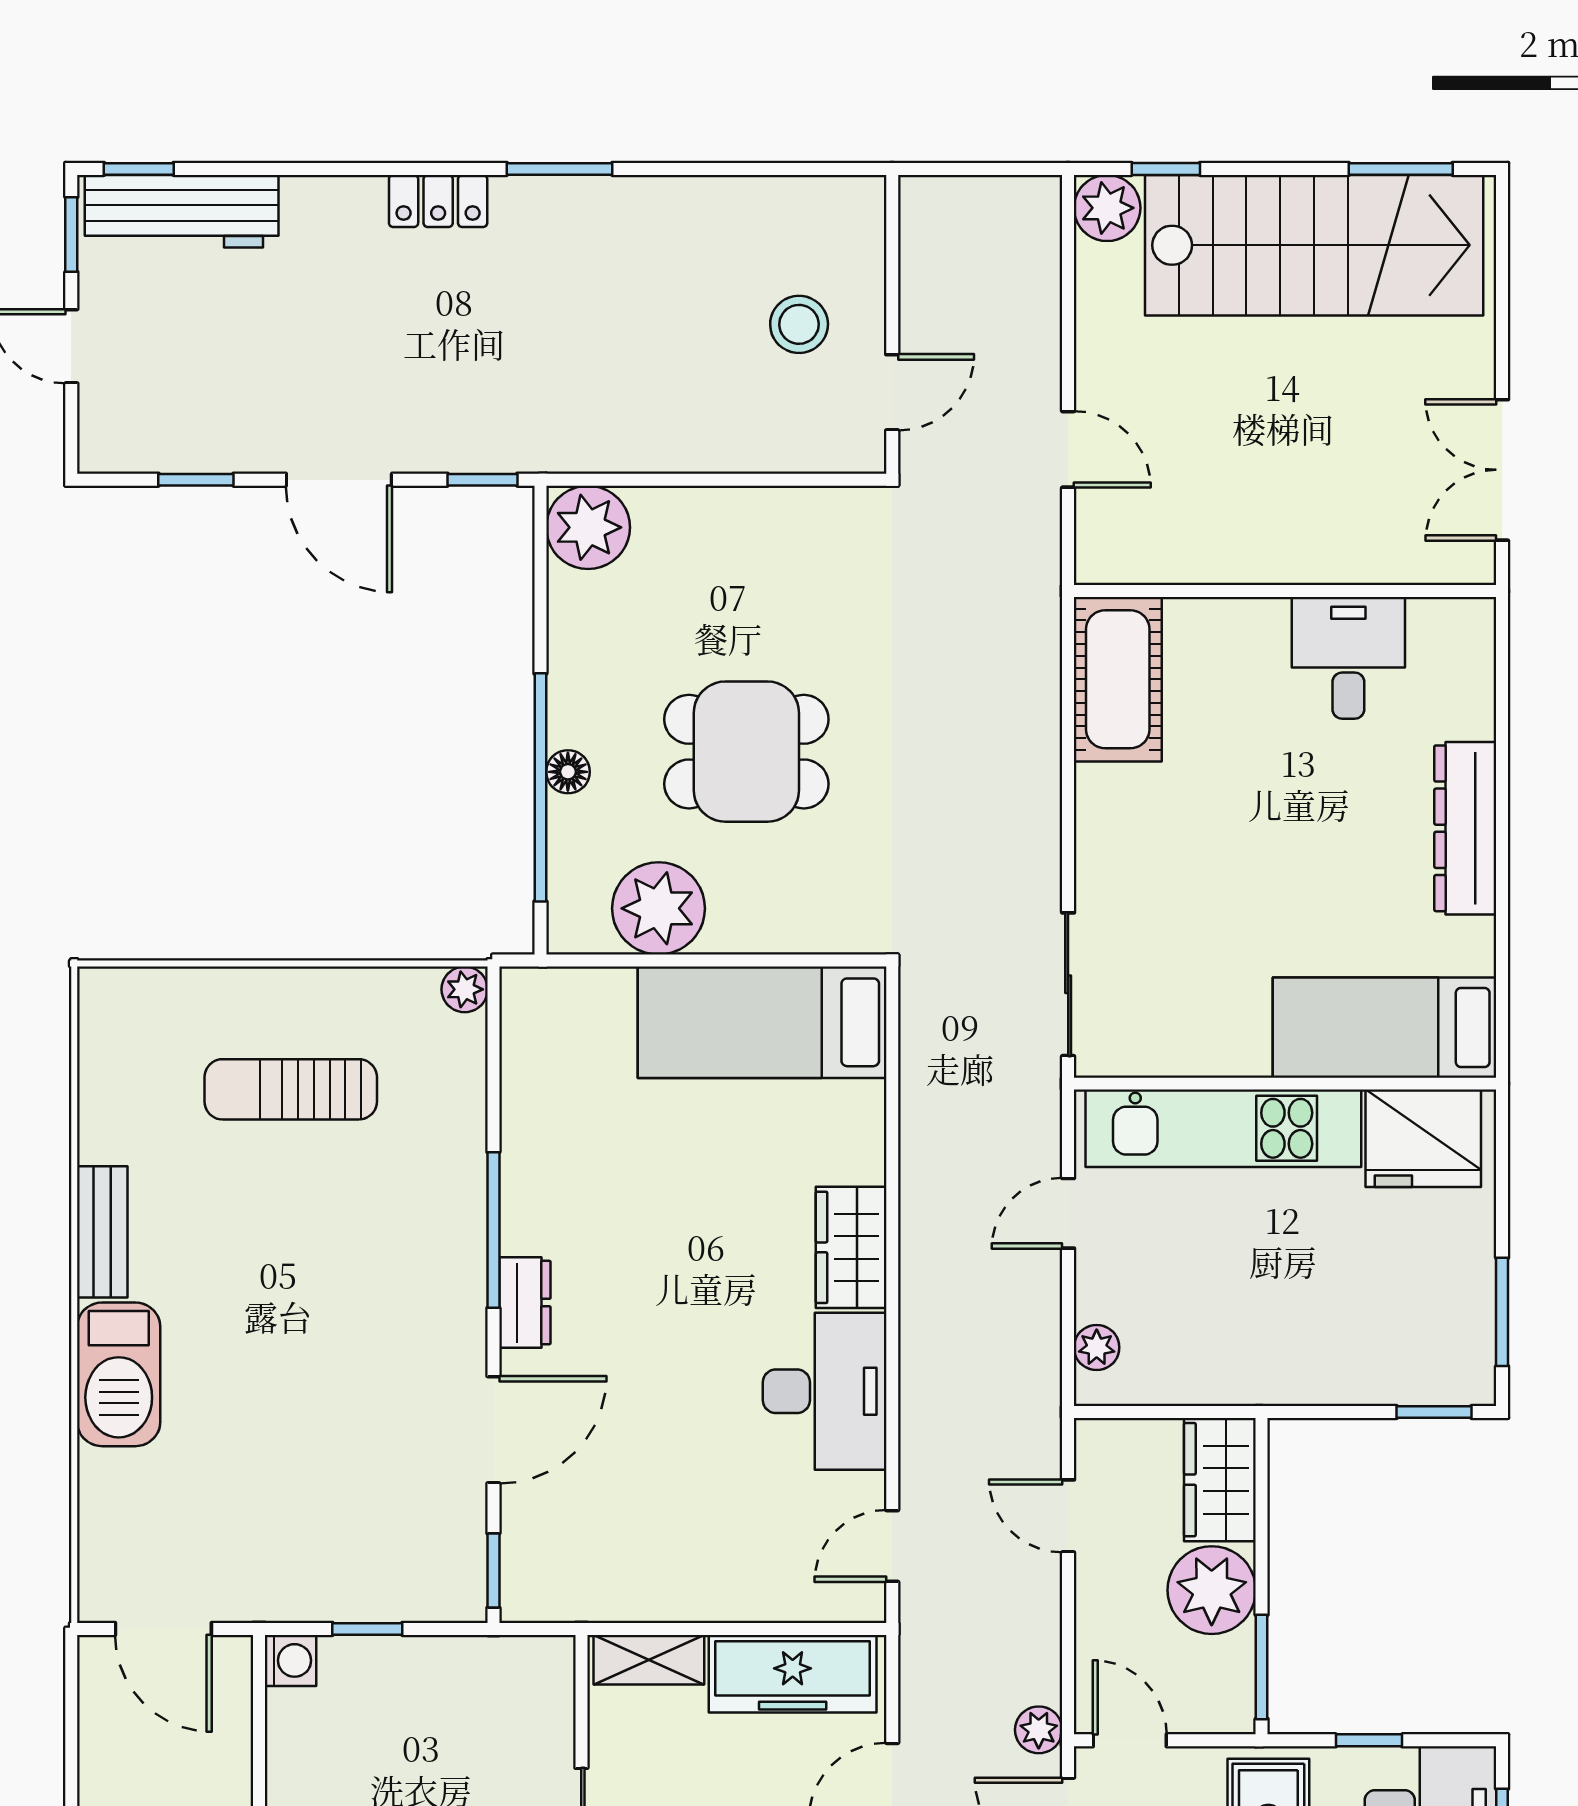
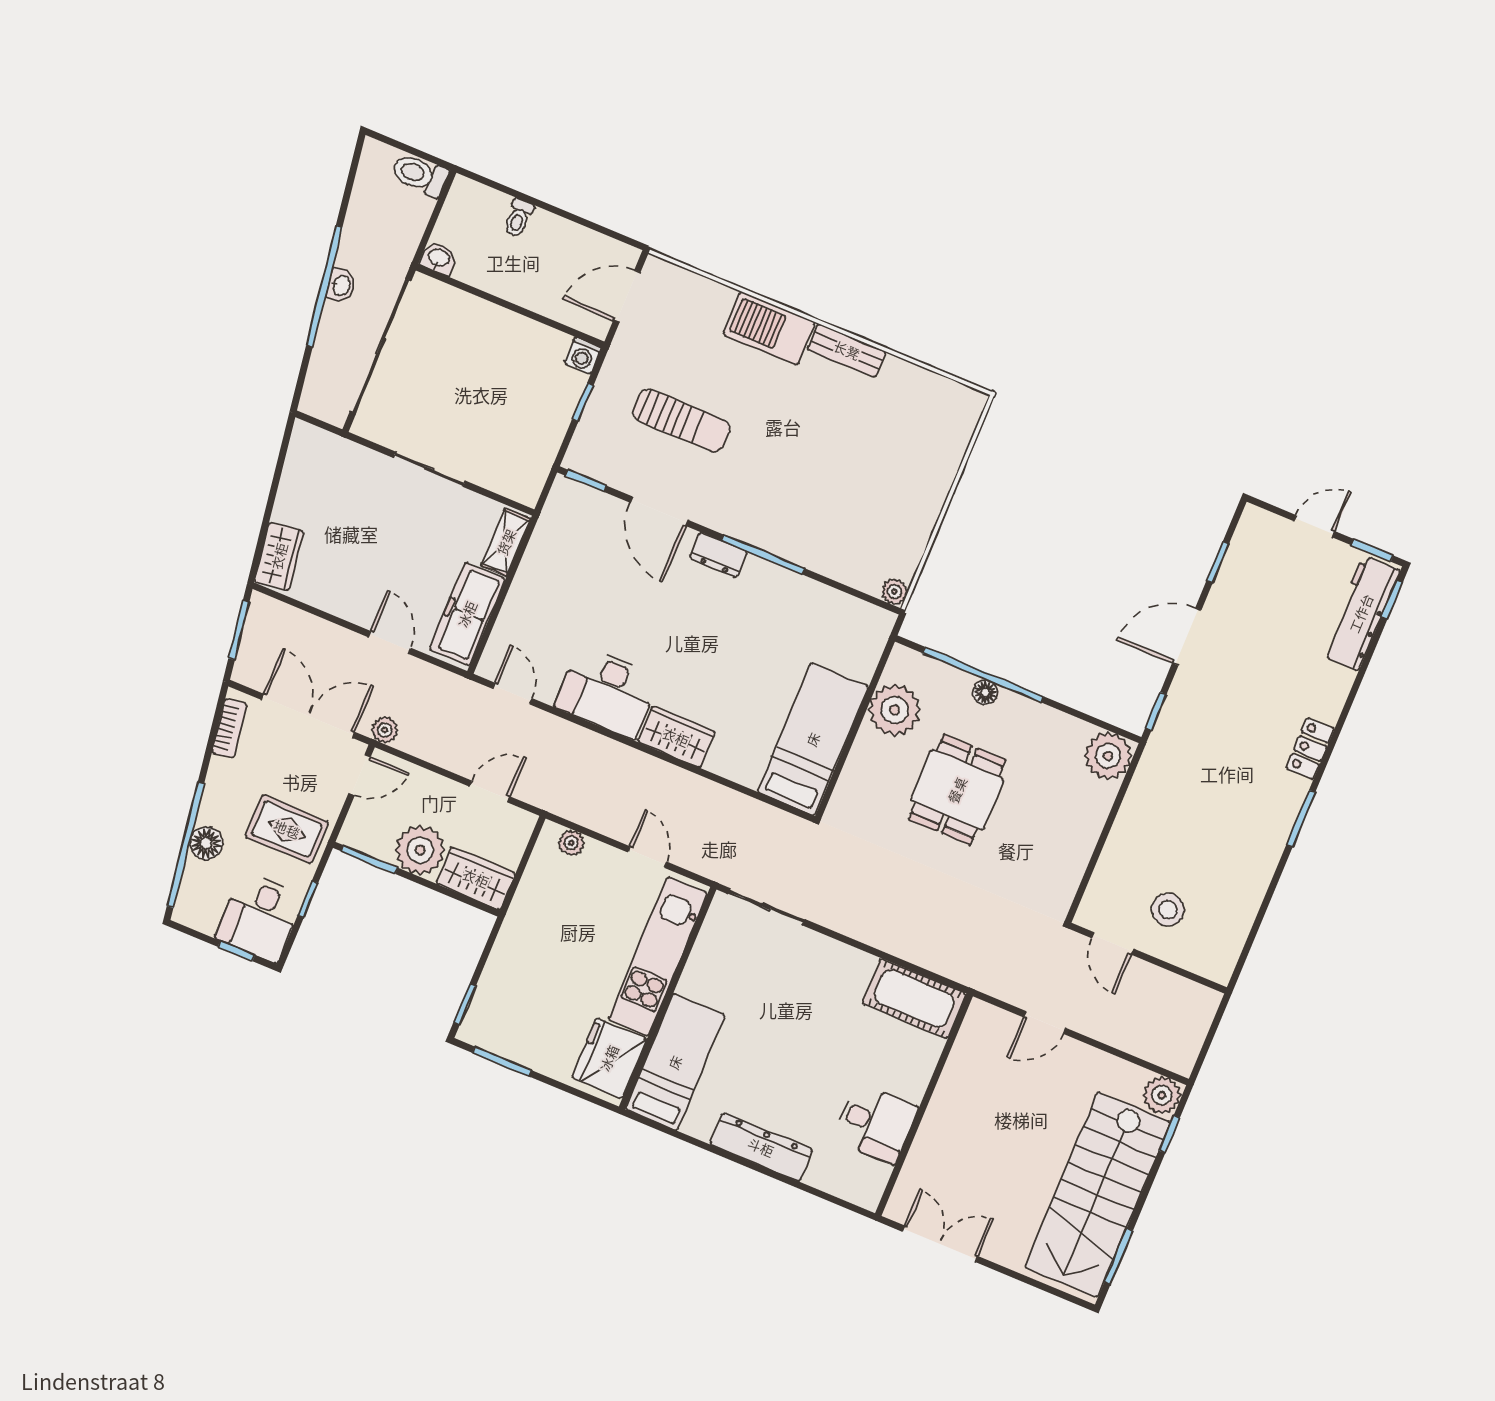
sun lounger: (291, 1089) -> (681, 421), moved, turned 90

